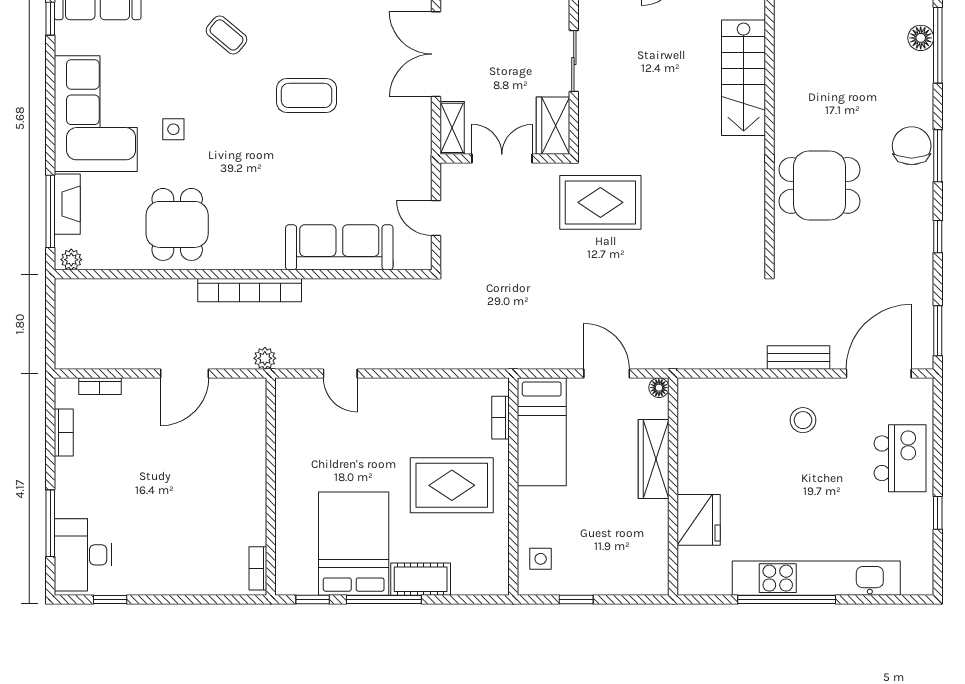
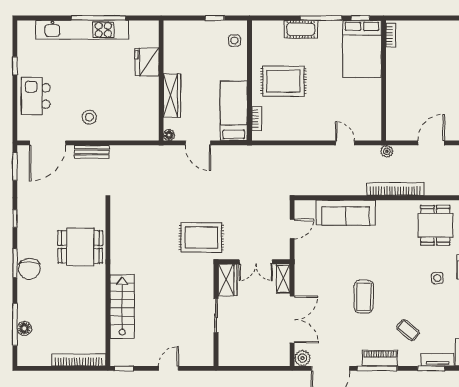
coffee table: (307, 95) -> (364, 297), turned 90
door: (436, 218) -> (292, 229), hinge flipped
bed: (354, 544) -> (362, 49), moved

